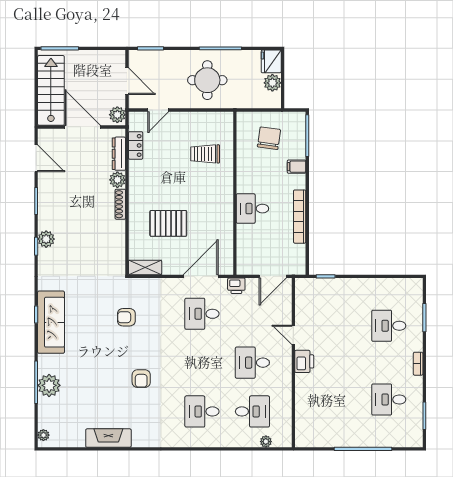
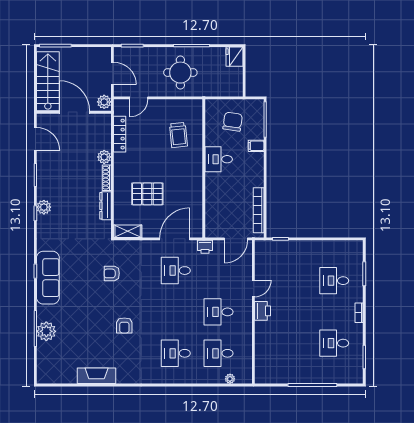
plant: (272, 83) -> (236, 75), removed
locker: (136, 145) -> (120, 134), width x1.53
dresser: (119, 154) -> (106, 206), moved
trolley: (205, 154) -> (178, 135), turned -96
desk: (252, 209) -> (219, 159), moved
bookcase: (300, 217) -> (259, 210), moved
door: (293, 335) -> (253, 288), swing flipped
desk: (252, 411) -> (219, 353), turned 180
plant: (43, 435) -> (42, 373), removed

